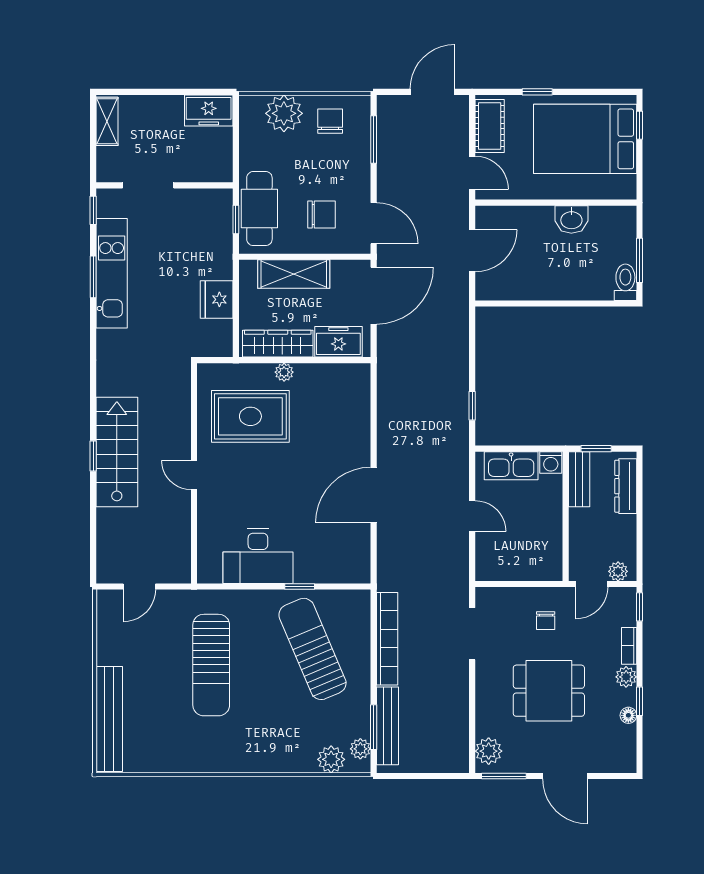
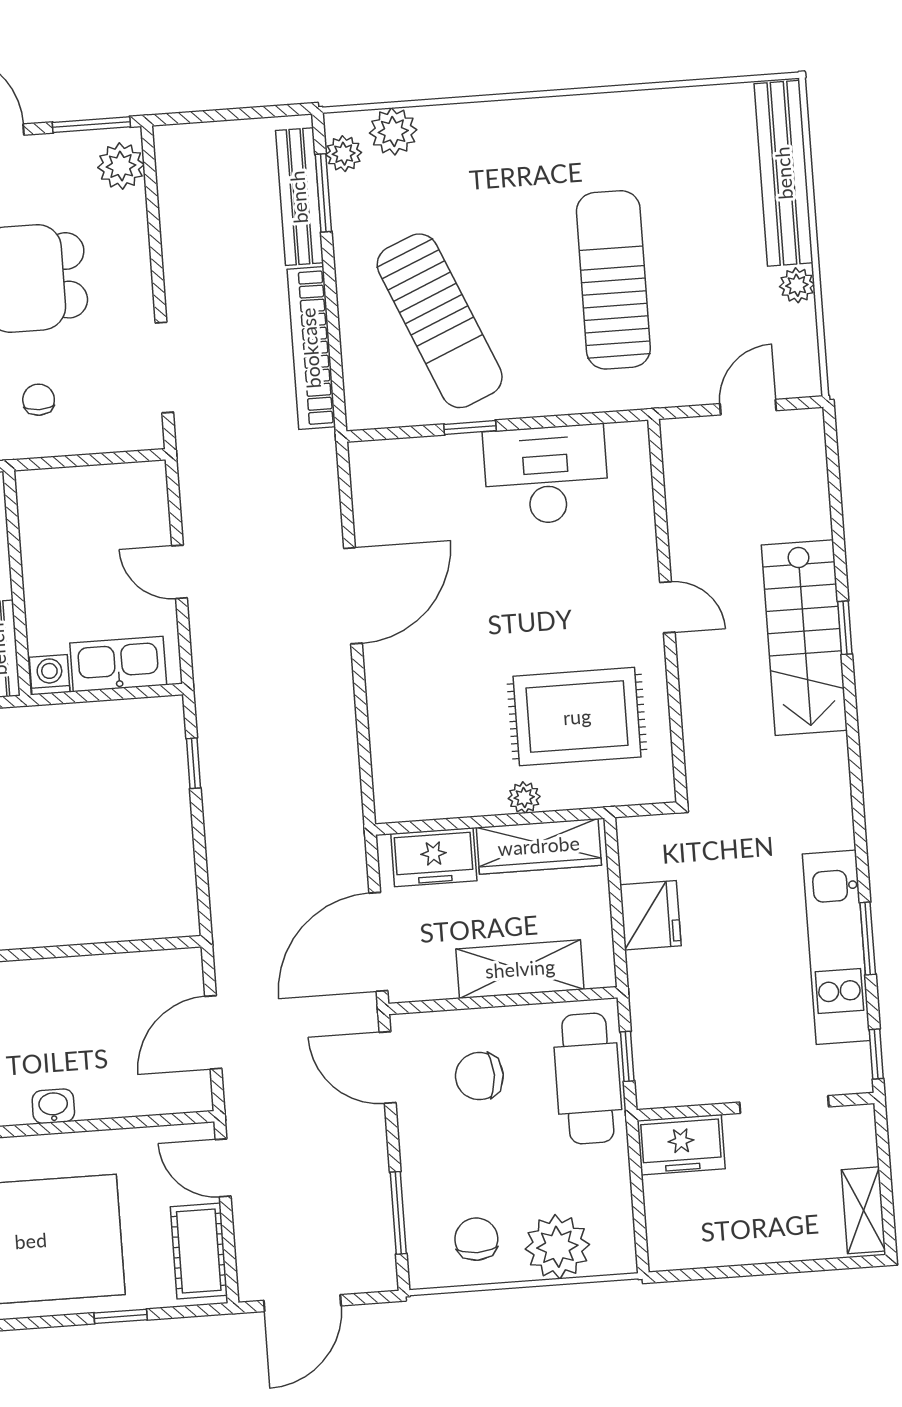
freezer: (209, 111) -> (681, 1145), moved, turned 180
chair: (330, 121) -> (476, 1239), turned 180
washbasin: (571, 219) -> (53, 1106), width x0.72, depth x0.69
plant: (106, 654) -> (797, 285), added

